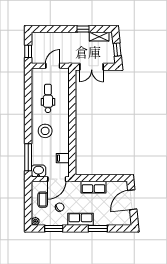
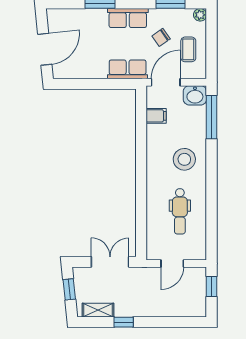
row of seats: (93, 187) -> (128, 69), moved

